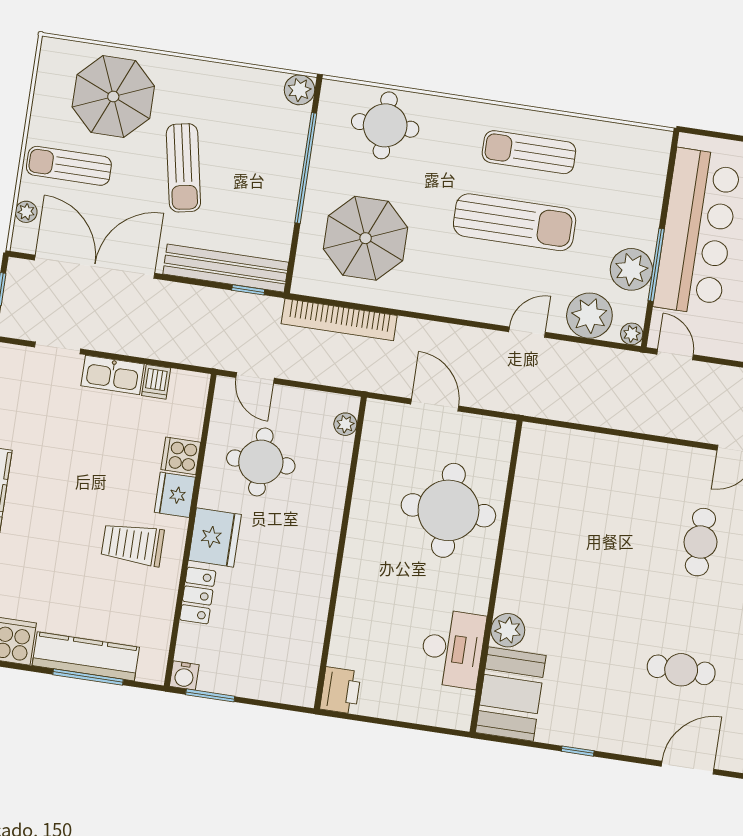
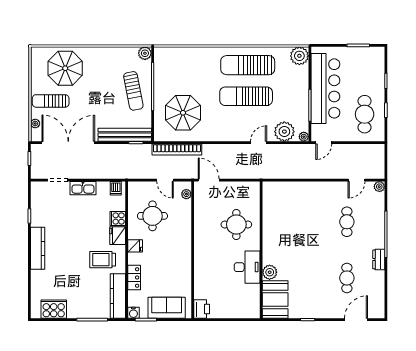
round table: (385, 125) -> (184, 63), removed
sun lounger: (529, 152) -> (248, 65), width x1.36, depth x1.34
sun lounger: (183, 168) -> (133, 91), moved
sun lounger: (515, 222) -> (246, 96), turned 180
plant: (631, 269) -> (299, 56), moved
door: (675, 354) -> (324, 143), swing flipped
door: (255, 378) -> (165, 180), moved
dishwasher: (156, 382) -> (116, 188), moved
door: (435, 405) -> (209, 180), moved
round table: (448, 510) -> (236, 224), width x0.73, depth x0.73
fridge: (215, 537) -> (135, 246), width x0.53, depth x0.75
desk: (452, 649) -> (247, 267), moved
kitchen counter: (86, 656) -> (118, 296), moved, turned -90
cafe table: (681, 670) -> (347, 278), turned 90
sofa: (261, 675) -> (167, 308), added

